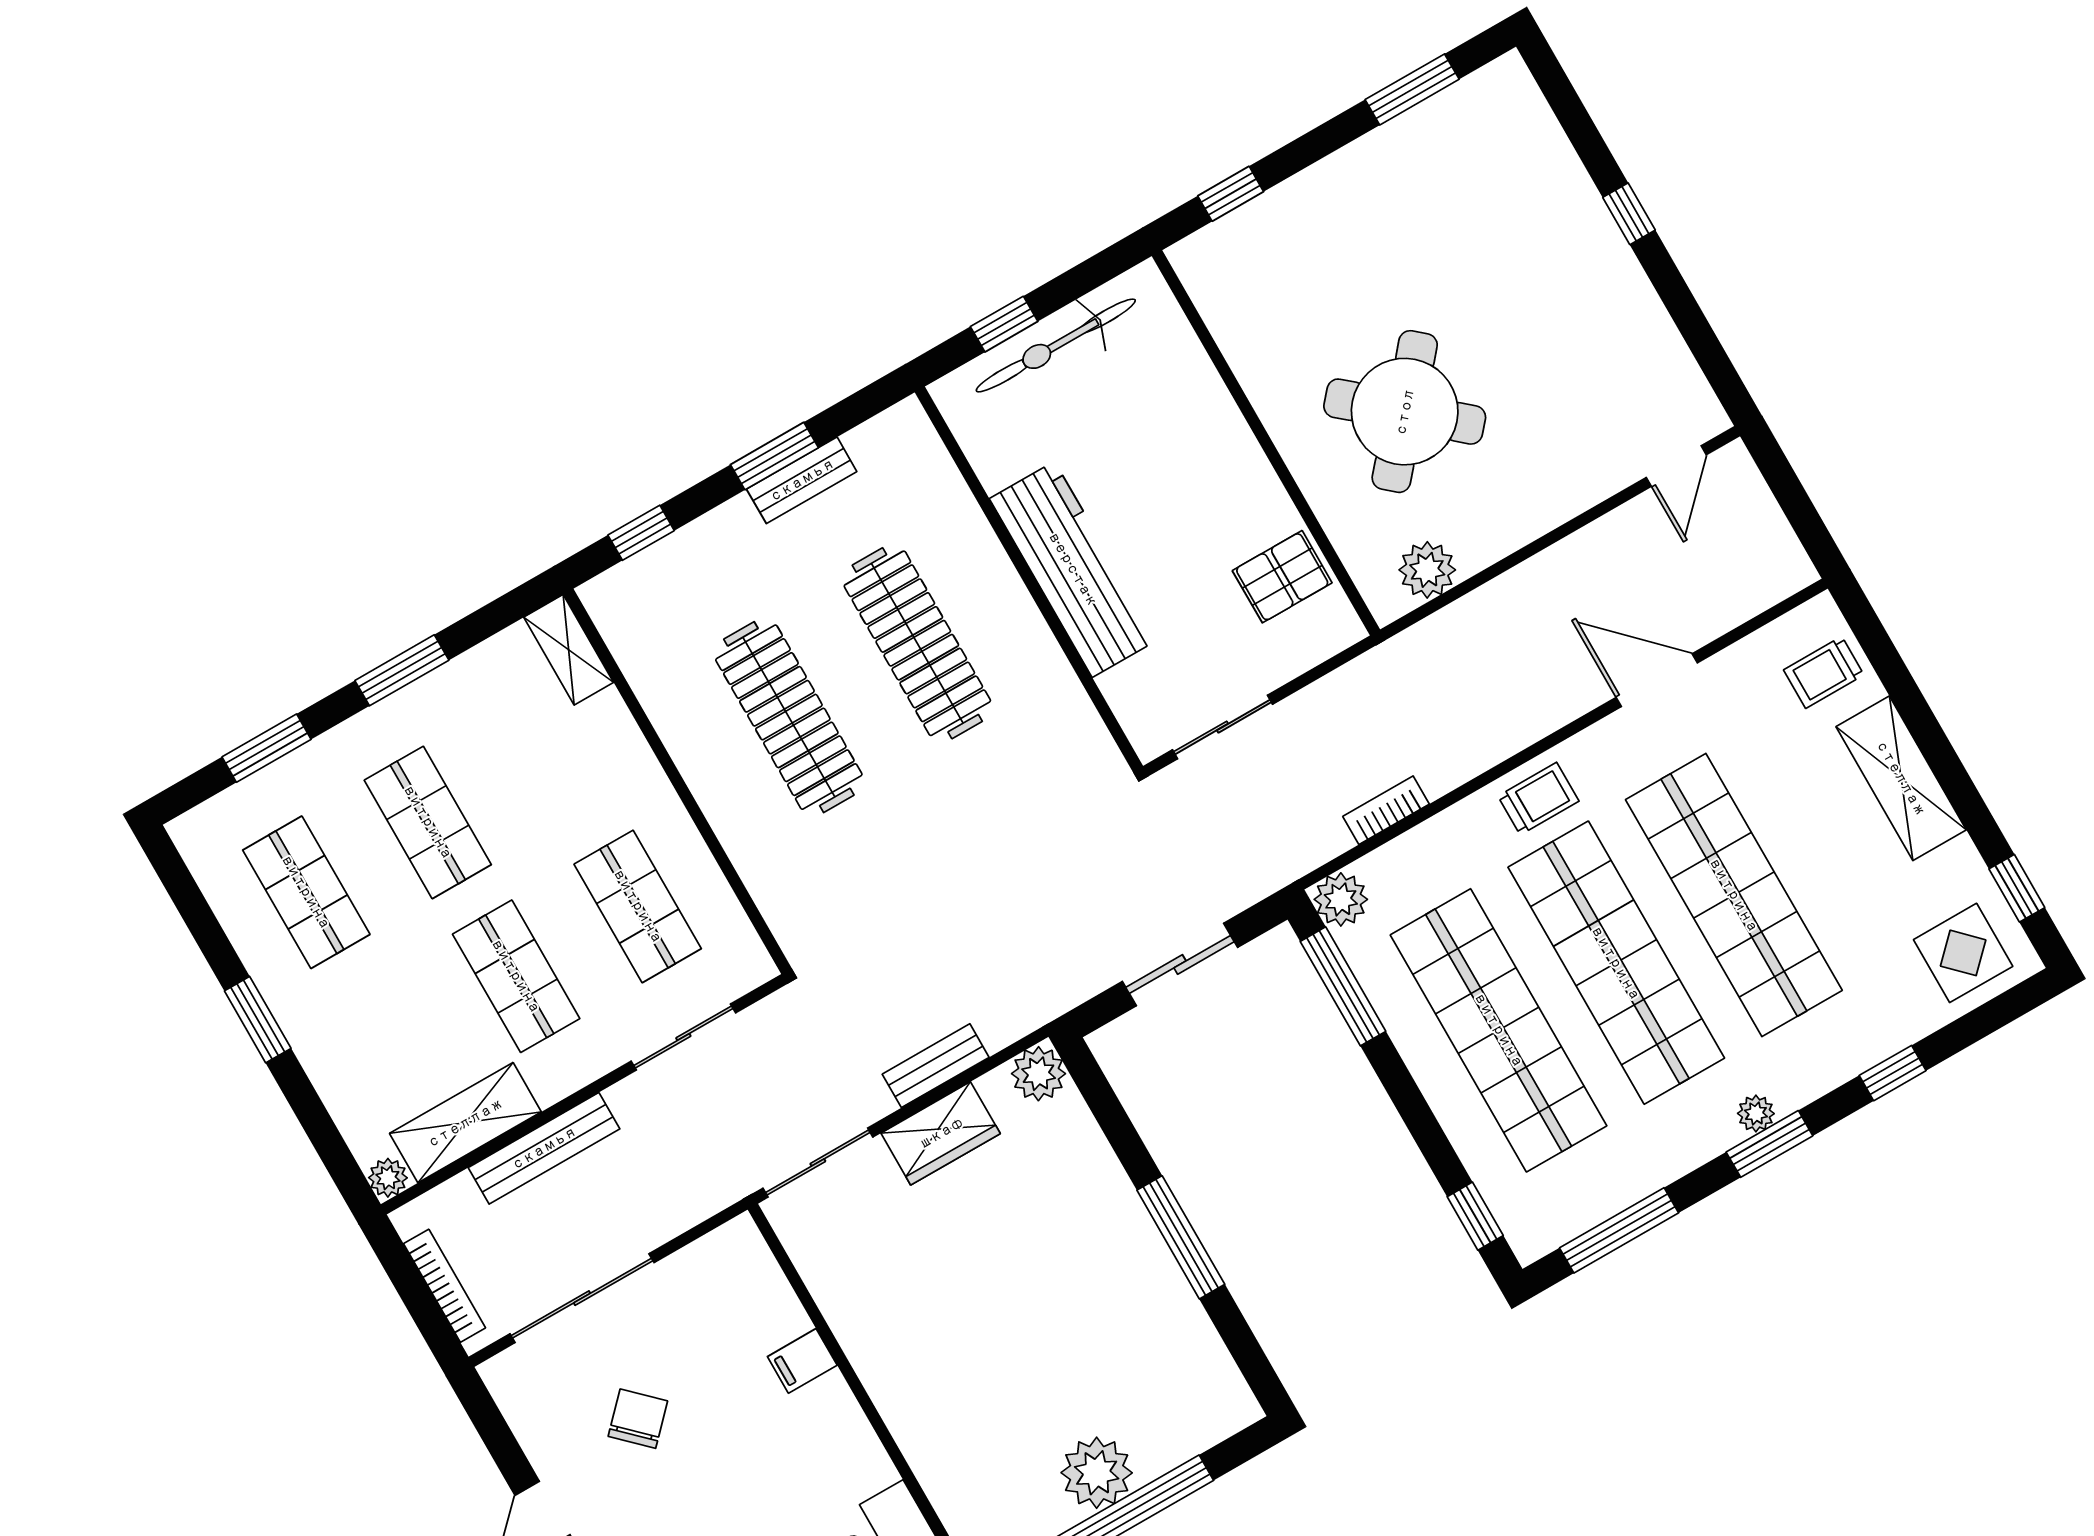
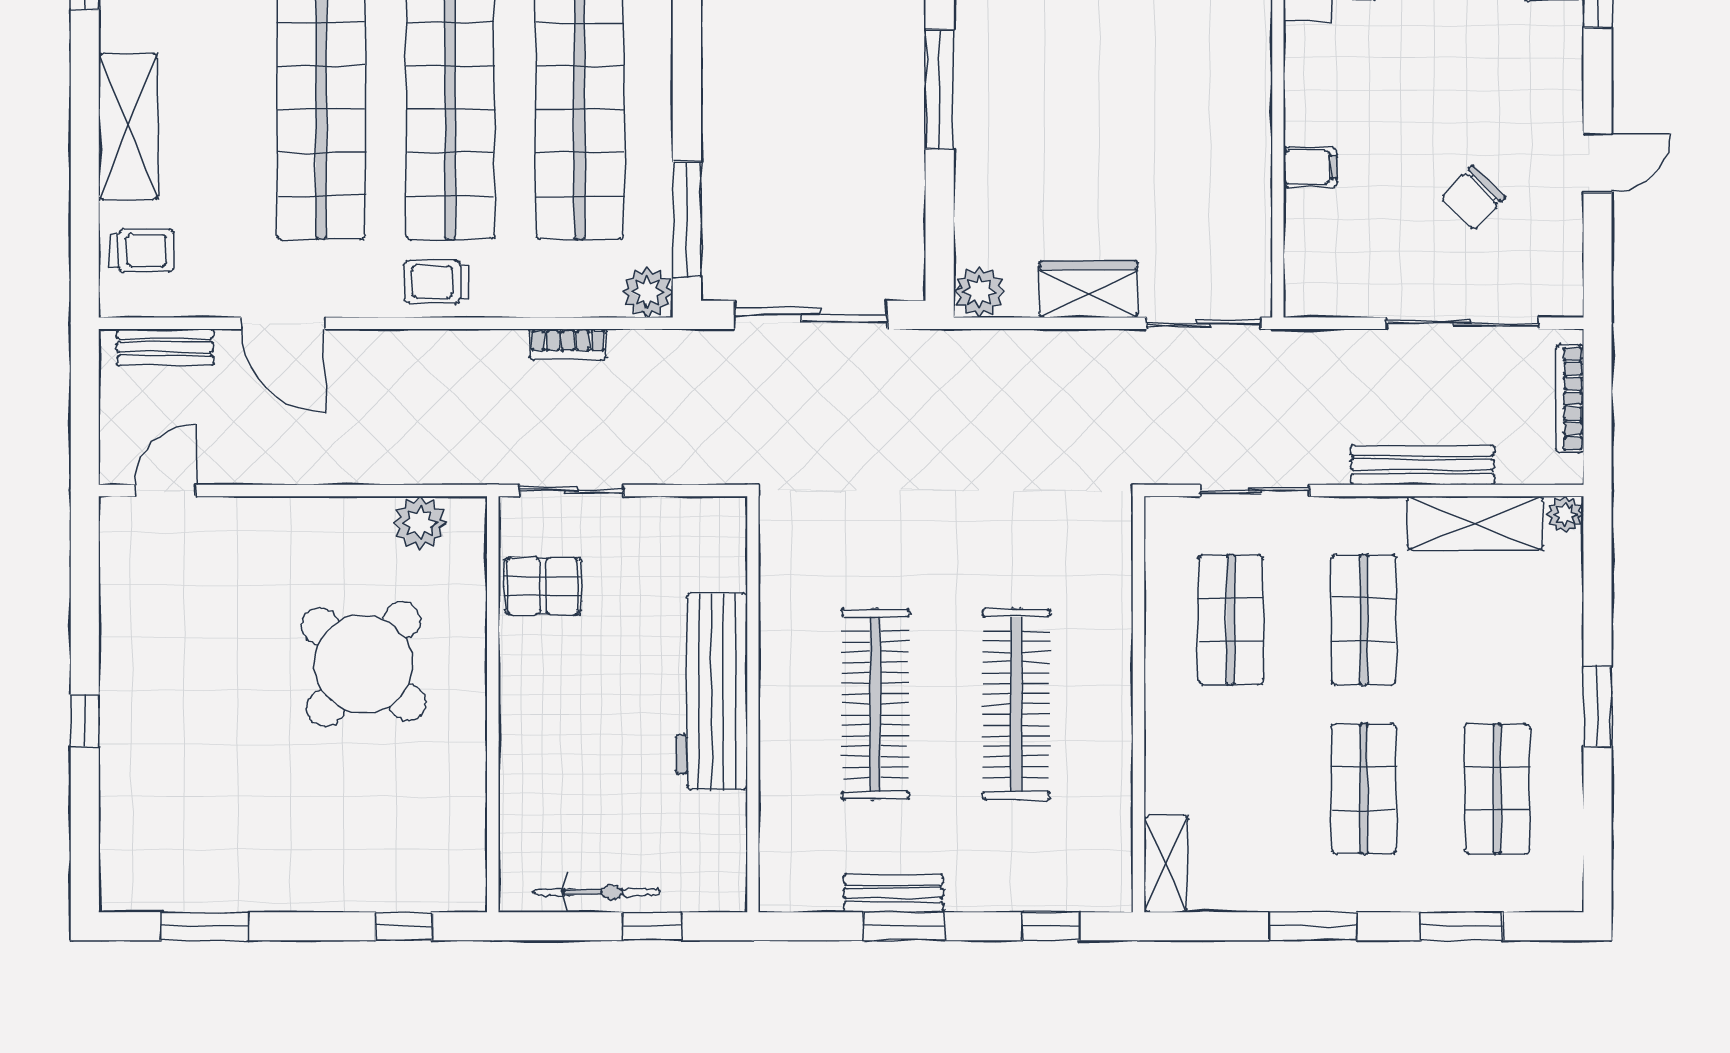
bicycle: (1056, 345) -> (597, 892), width x0.73, depth x0.71
sliding door: (1223, 727) -> (571, 490), moved
sliding door: (1180, 964) -> (811, 315), width x1.37
bench: (936, 1066) -> (165, 347), moved

